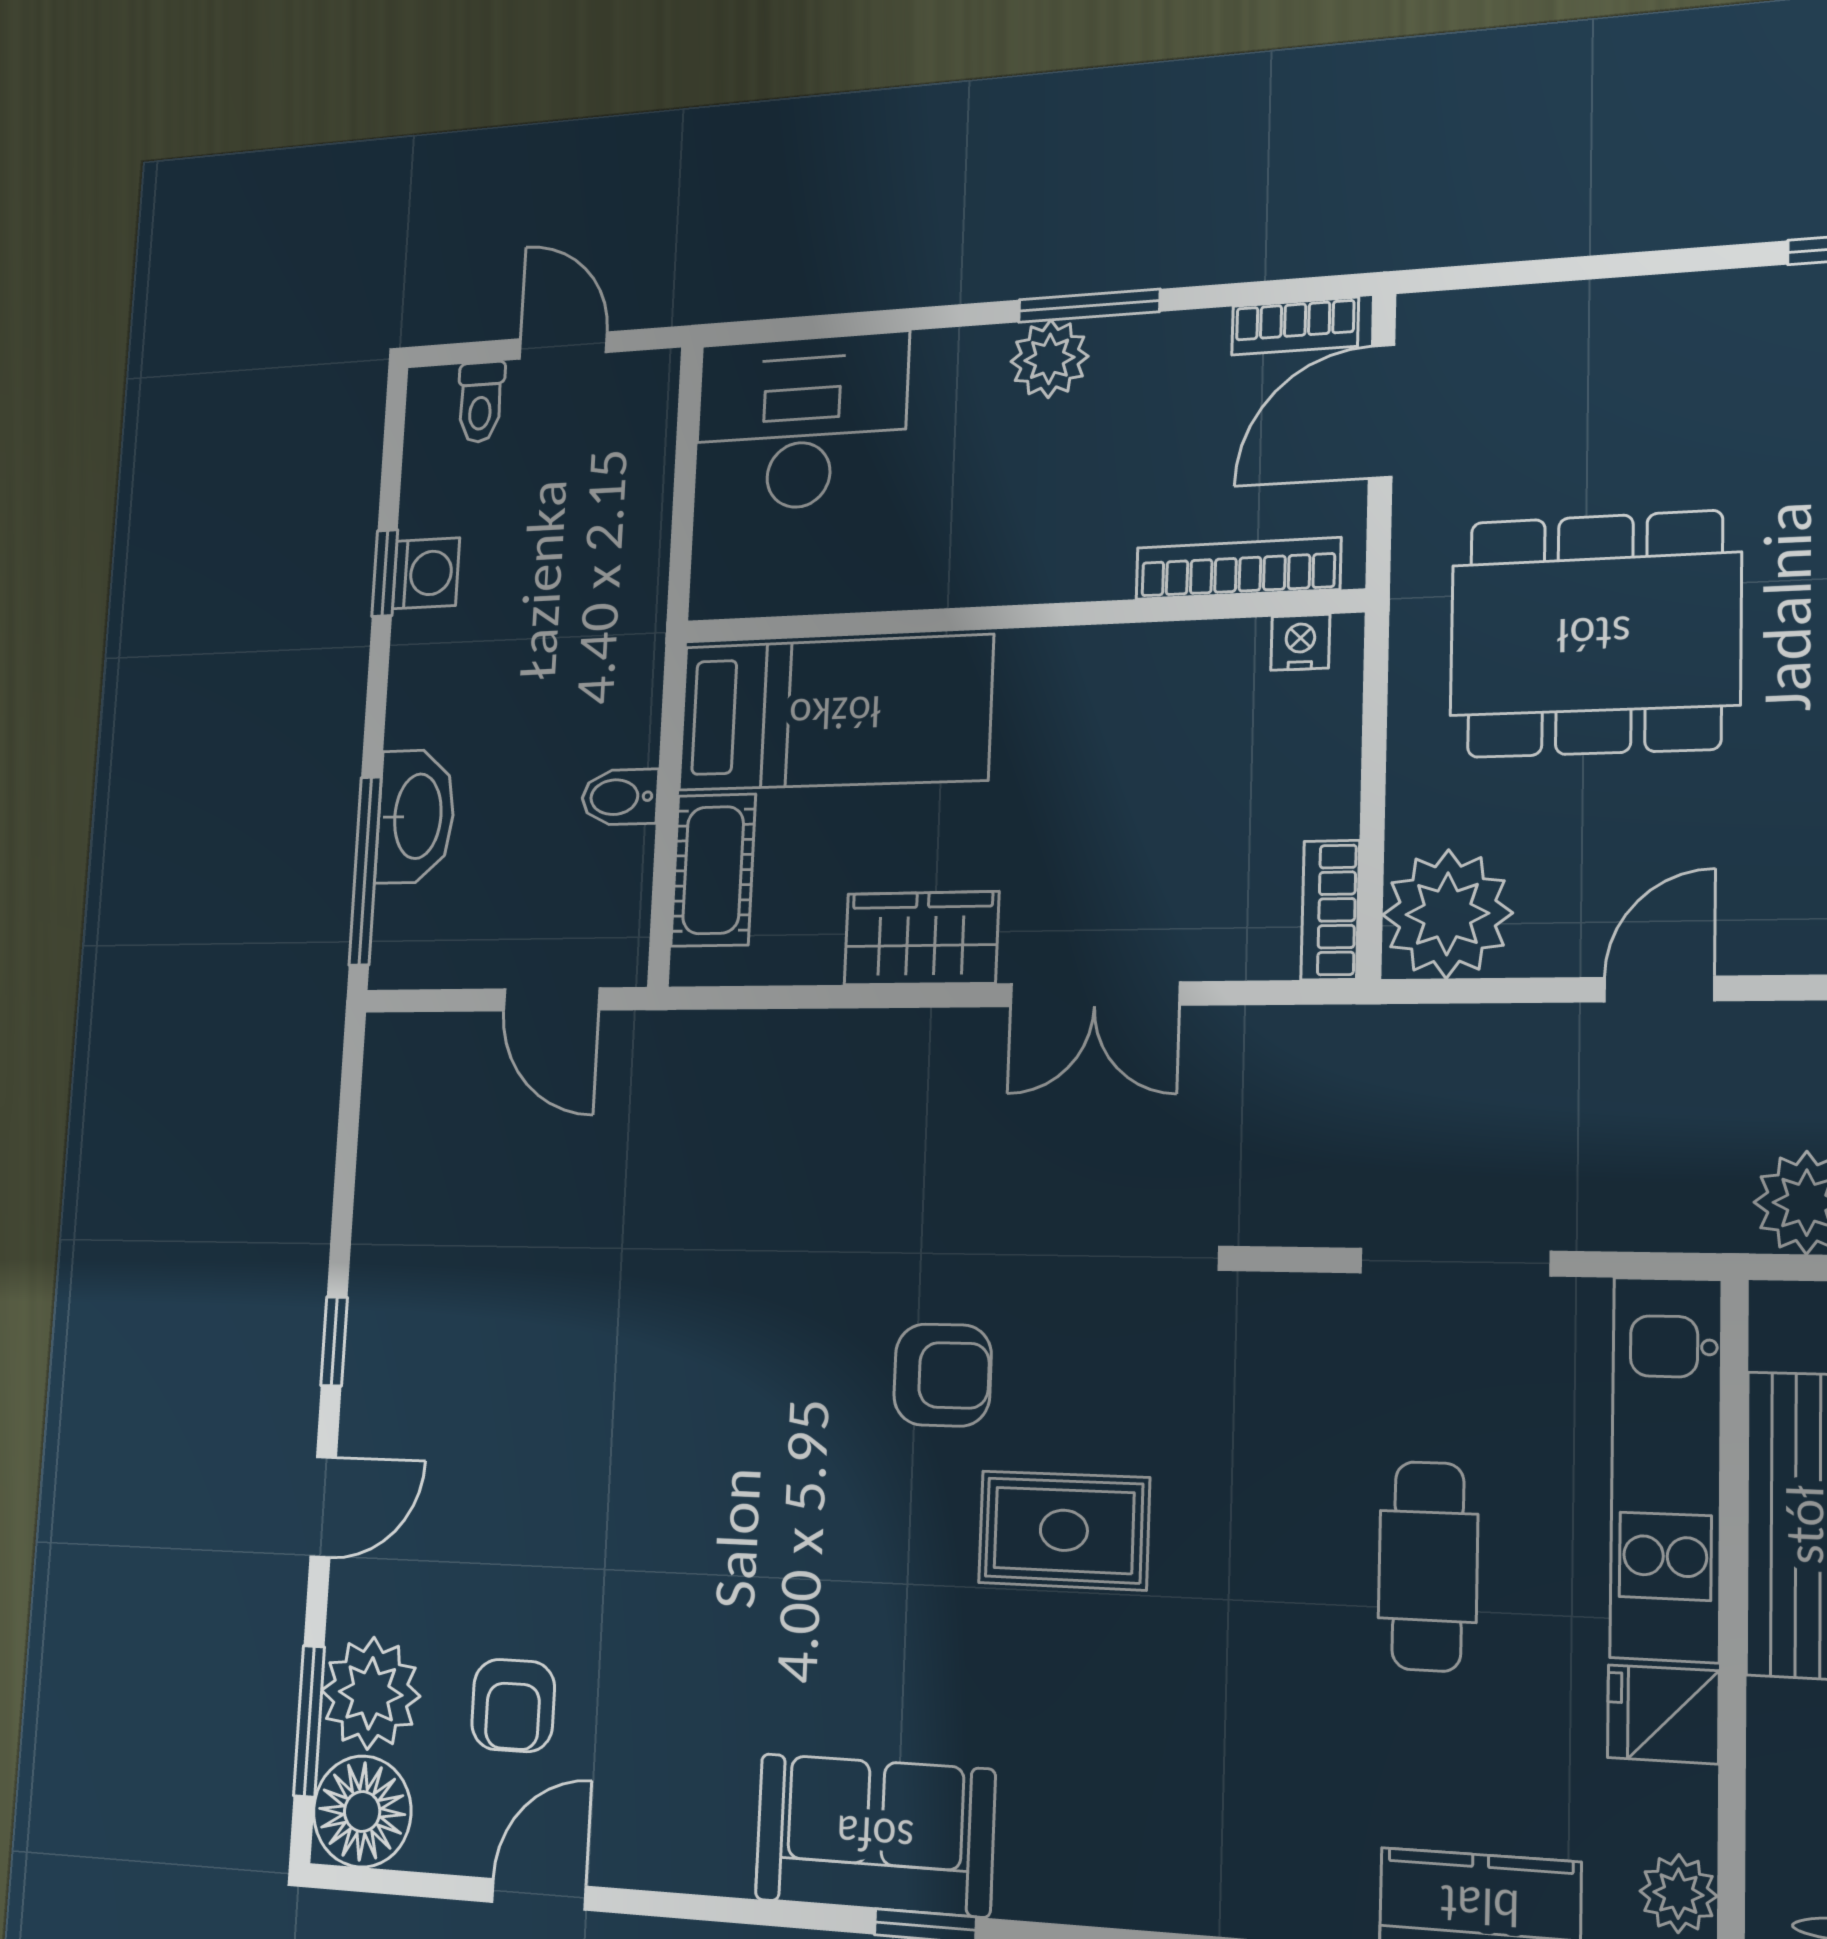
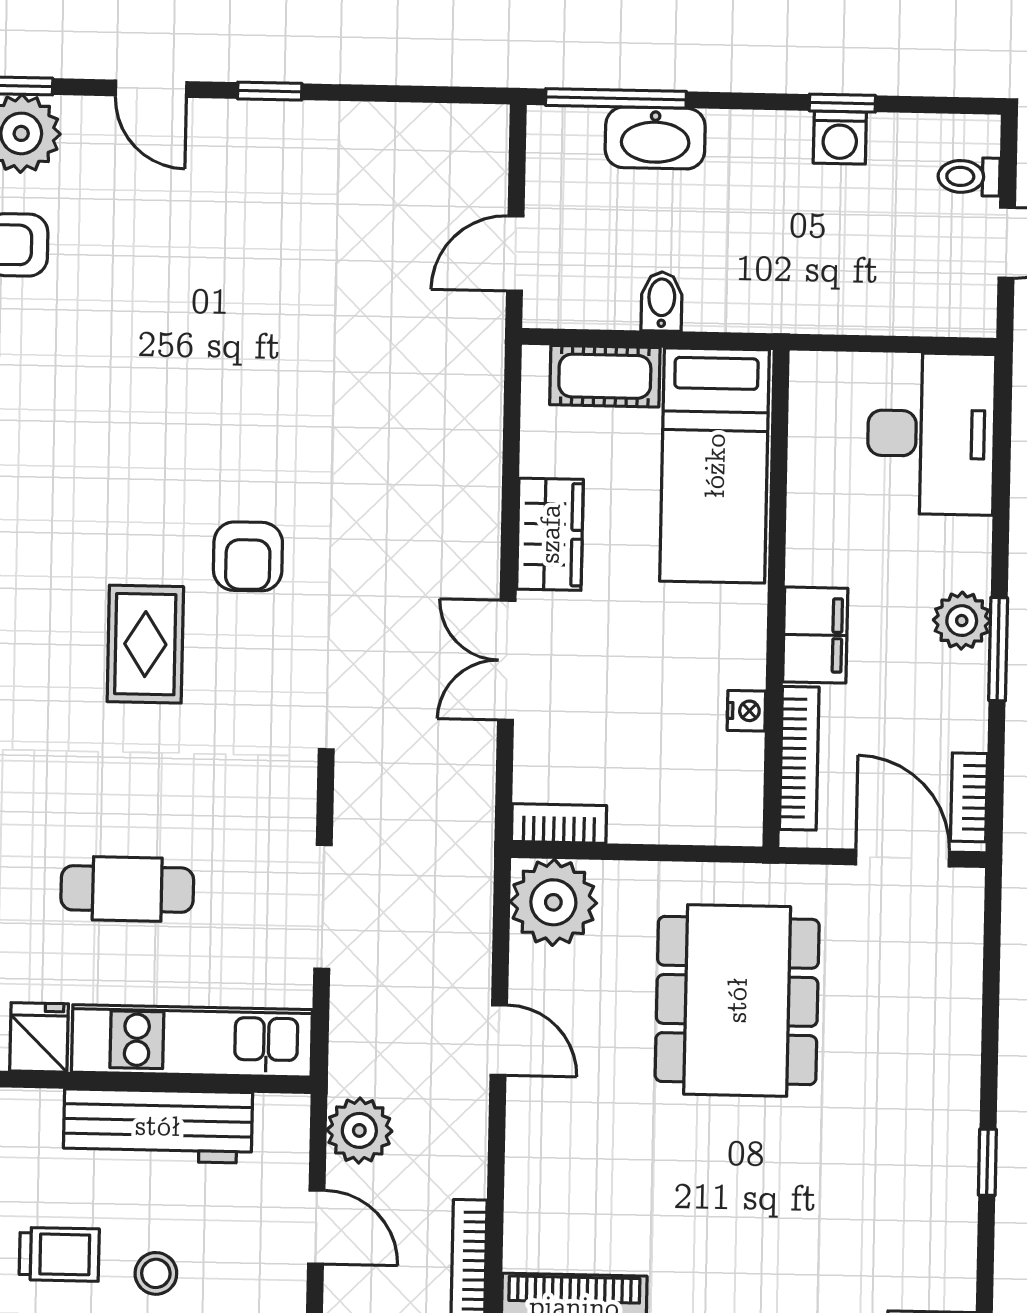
filing cabinet: (1066, 559) -> (815, 635), added
nightstand: (1300, 642) -> (746, 711), moved

